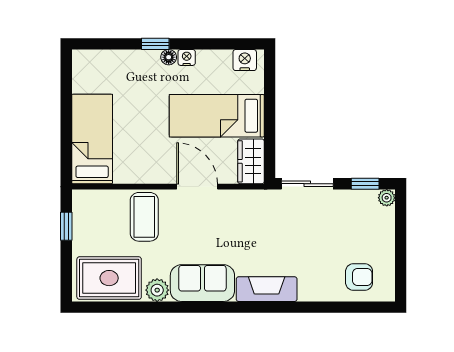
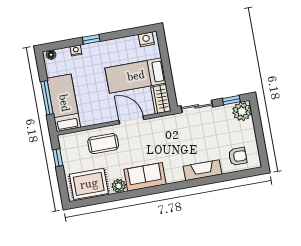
floor lamp: (169, 57) -> (51, 55), moved
nightstand: (187, 57) -> (76, 50), moved
window: (66, 126) -> (47, 98), added
plant: (387, 198) -> (242, 111), width x1.87, depth x1.87
coffee table: (144, 217) -> (103, 144), turned 90
fireplace: (267, 289) -> (202, 170), moved

